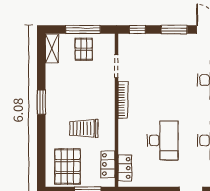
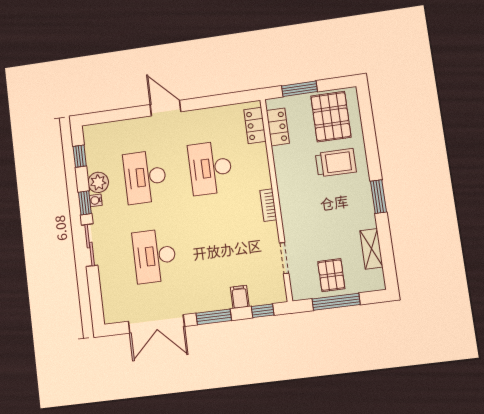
filing cabinet: (153, 42) -> (240, 297), added
shelving: (52, 49) -> (371, 249), moved
bookcase: (123, 100) -> (268, 205), width x0.64
trolley: (84, 128) -> (336, 163), moved

